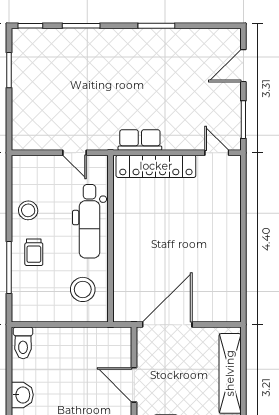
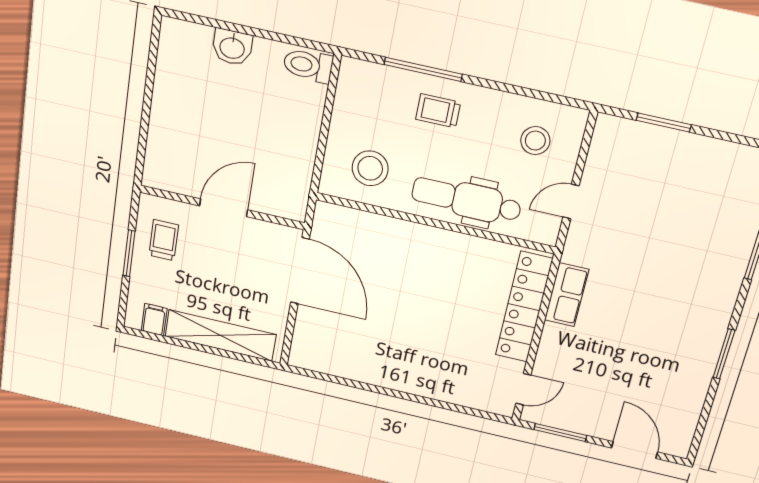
window: (9, 70) -> (664, 122), moved
stool: (28, 210) -> (535, 141), moved

